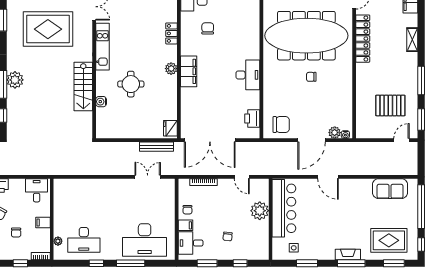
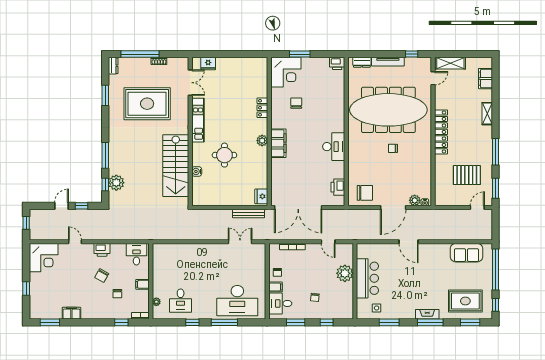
locker: (363, 39) -> (441, 132), moved
plant: (15, 80) -> (116, 183), moved
stairs: (83, 87) -> (176, 166), width x1.36, depth x1.51
bar counter: (284, 208) -> (367, 278), width x0.73
desk: (84, 240) -> (181, 301), width x0.73

